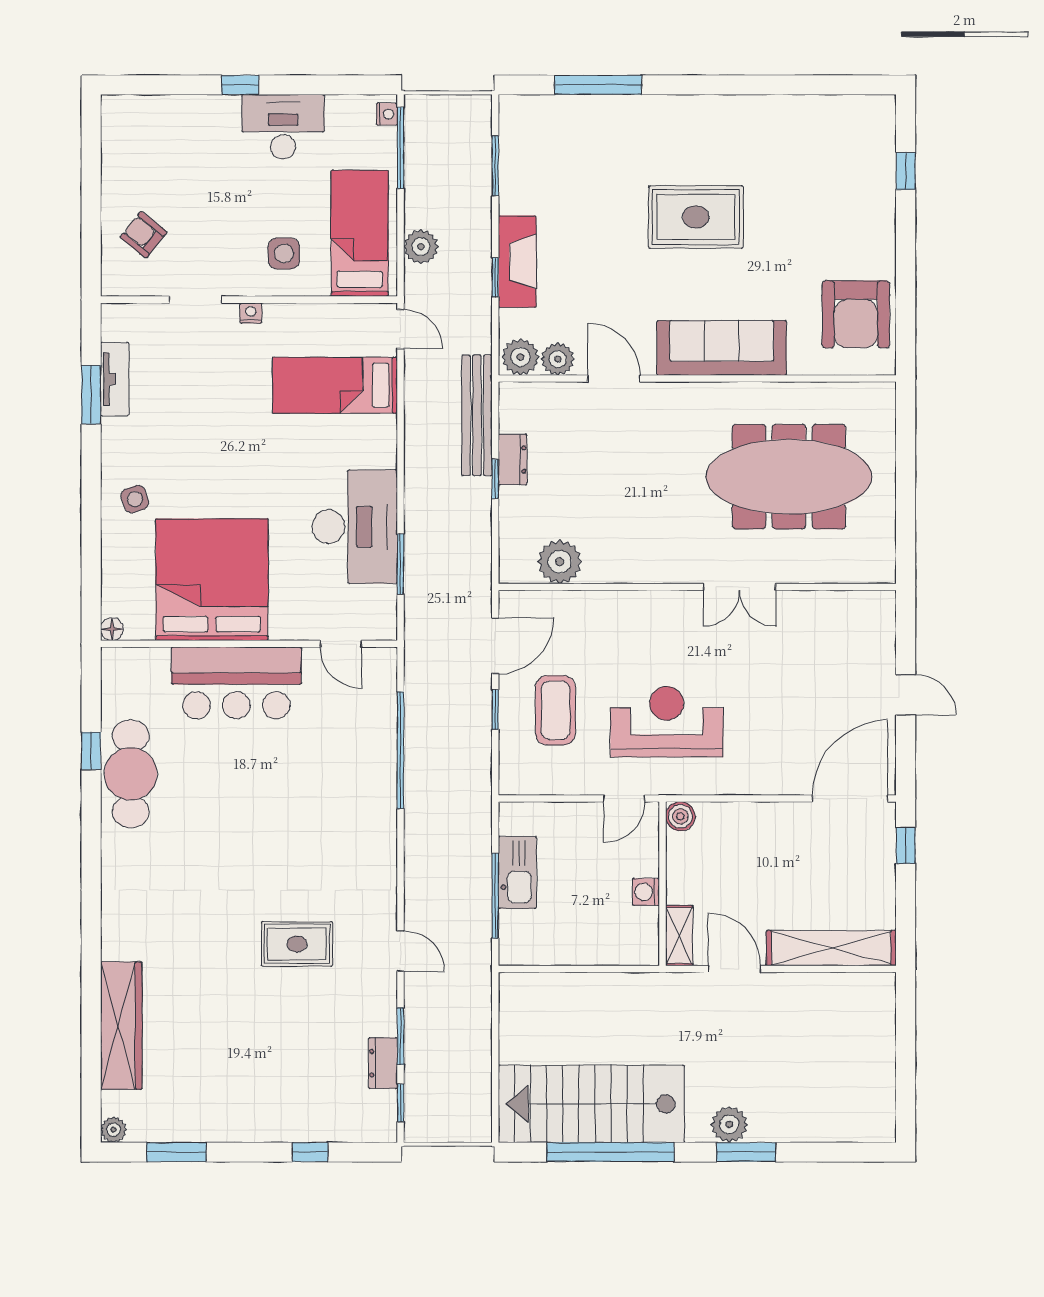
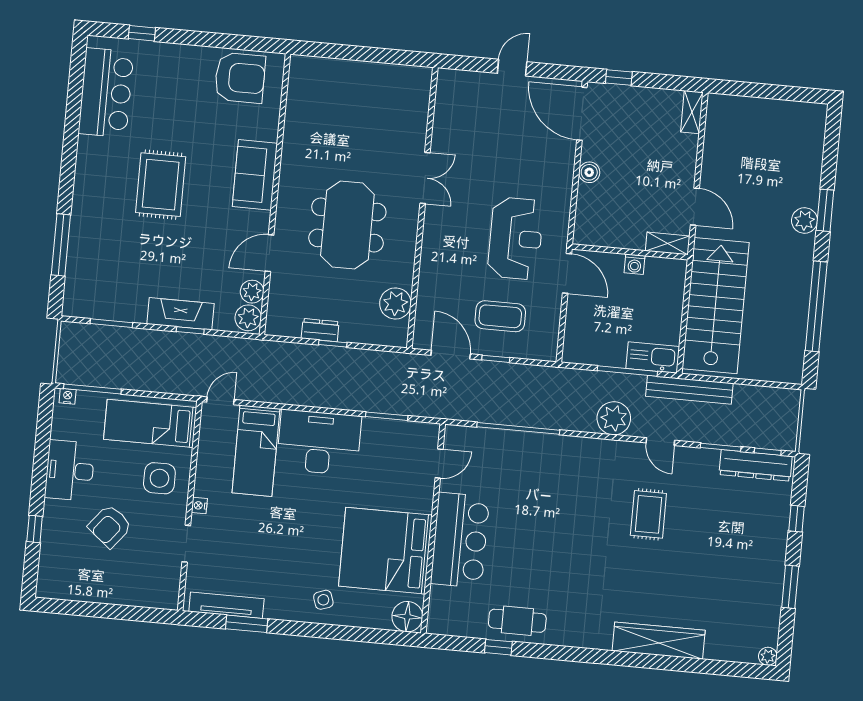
window: (240, 85) -> (35, 529), moved
bar counter: (818, 128) -> (106, 93), added
armchair: (144, 235) -> (110, 526), moved, width x1.38, depth x1.38
plant: (421, 247) -> (614, 418), moved, width x1.36, depth x1.36
side table: (284, 254) -> (159, 478), width x1.37, depth x1.37
sofa: (722, 348) -> (255, 175), width x0.73
tv unit: (115, 379) -> (226, 605), width x1.41
bench: (477, 415) -> (689, 390), moved
meeting table: (789, 477) -> (347, 225), moved, width x0.73
desk: (355, 527) -> (319, 442), moved
floor lamp: (112, 629) -> (407, 617), width x1.89, depth x1.89
reception desk: (667, 722) -> (516, 238), turned 180
cafe table: (131, 774) -> (517, 621), width x0.73, depth x0.74
door: (624, 798) -> (567, 273), width x1.38
boiler: (680, 816) -> (589, 172), moved
kitchen sink: (517, 873) -> (653, 357), moved
shelving: (831, 948) -> (692, 112), width x0.45, depth x0.75
door: (400, 951) -> (660, 442), swing flipped
door: (734, 969) -> (695, 207), swing flipped
wardrobe: (121, 1026) -> (659, 641), moved
dresser: (383, 1063) -> (756, 465), width x1.96, depth x1.24
stairs: (591, 1104) -> (716, 306), moved, turned 180
window: (176, 1152) -> (790, 587), moved

